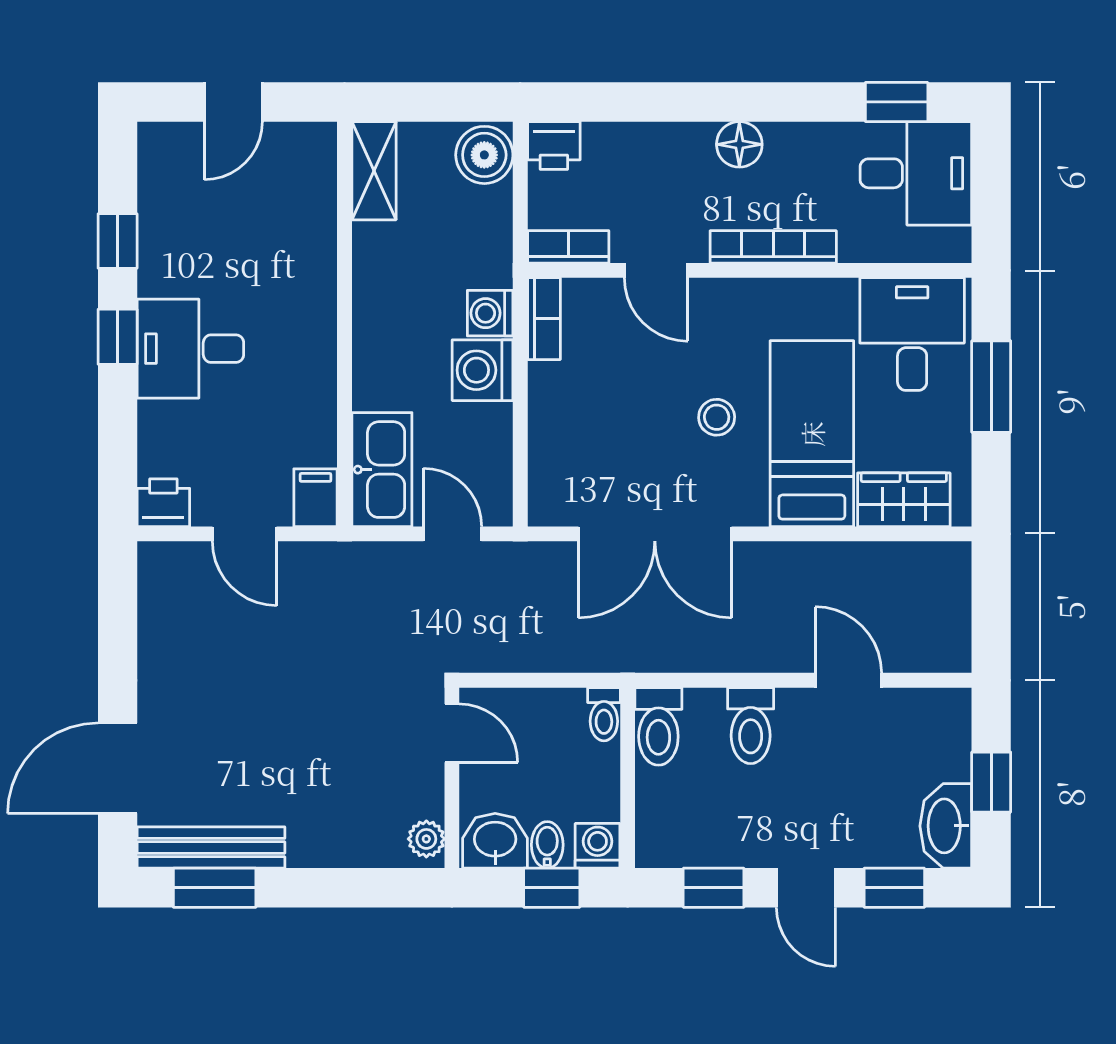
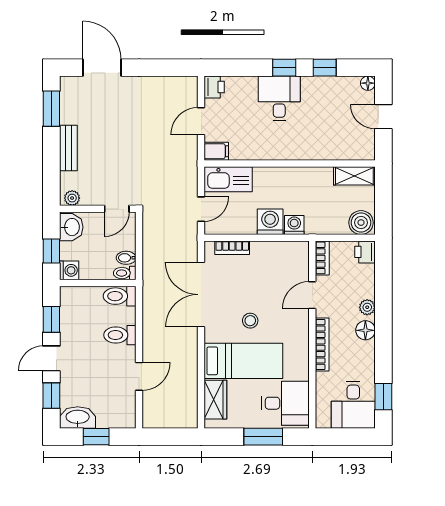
floor lamp: (154, 139) -> (368, 83), added
plant: (685, 140) -> (367, 307), added
bookcase: (544, 319) -> (232, 248), moved
bidet: (547, 845) -> (126, 258), moved, turned 180
bench: (211, 848) -> (68, 148), moved, width x0.73

